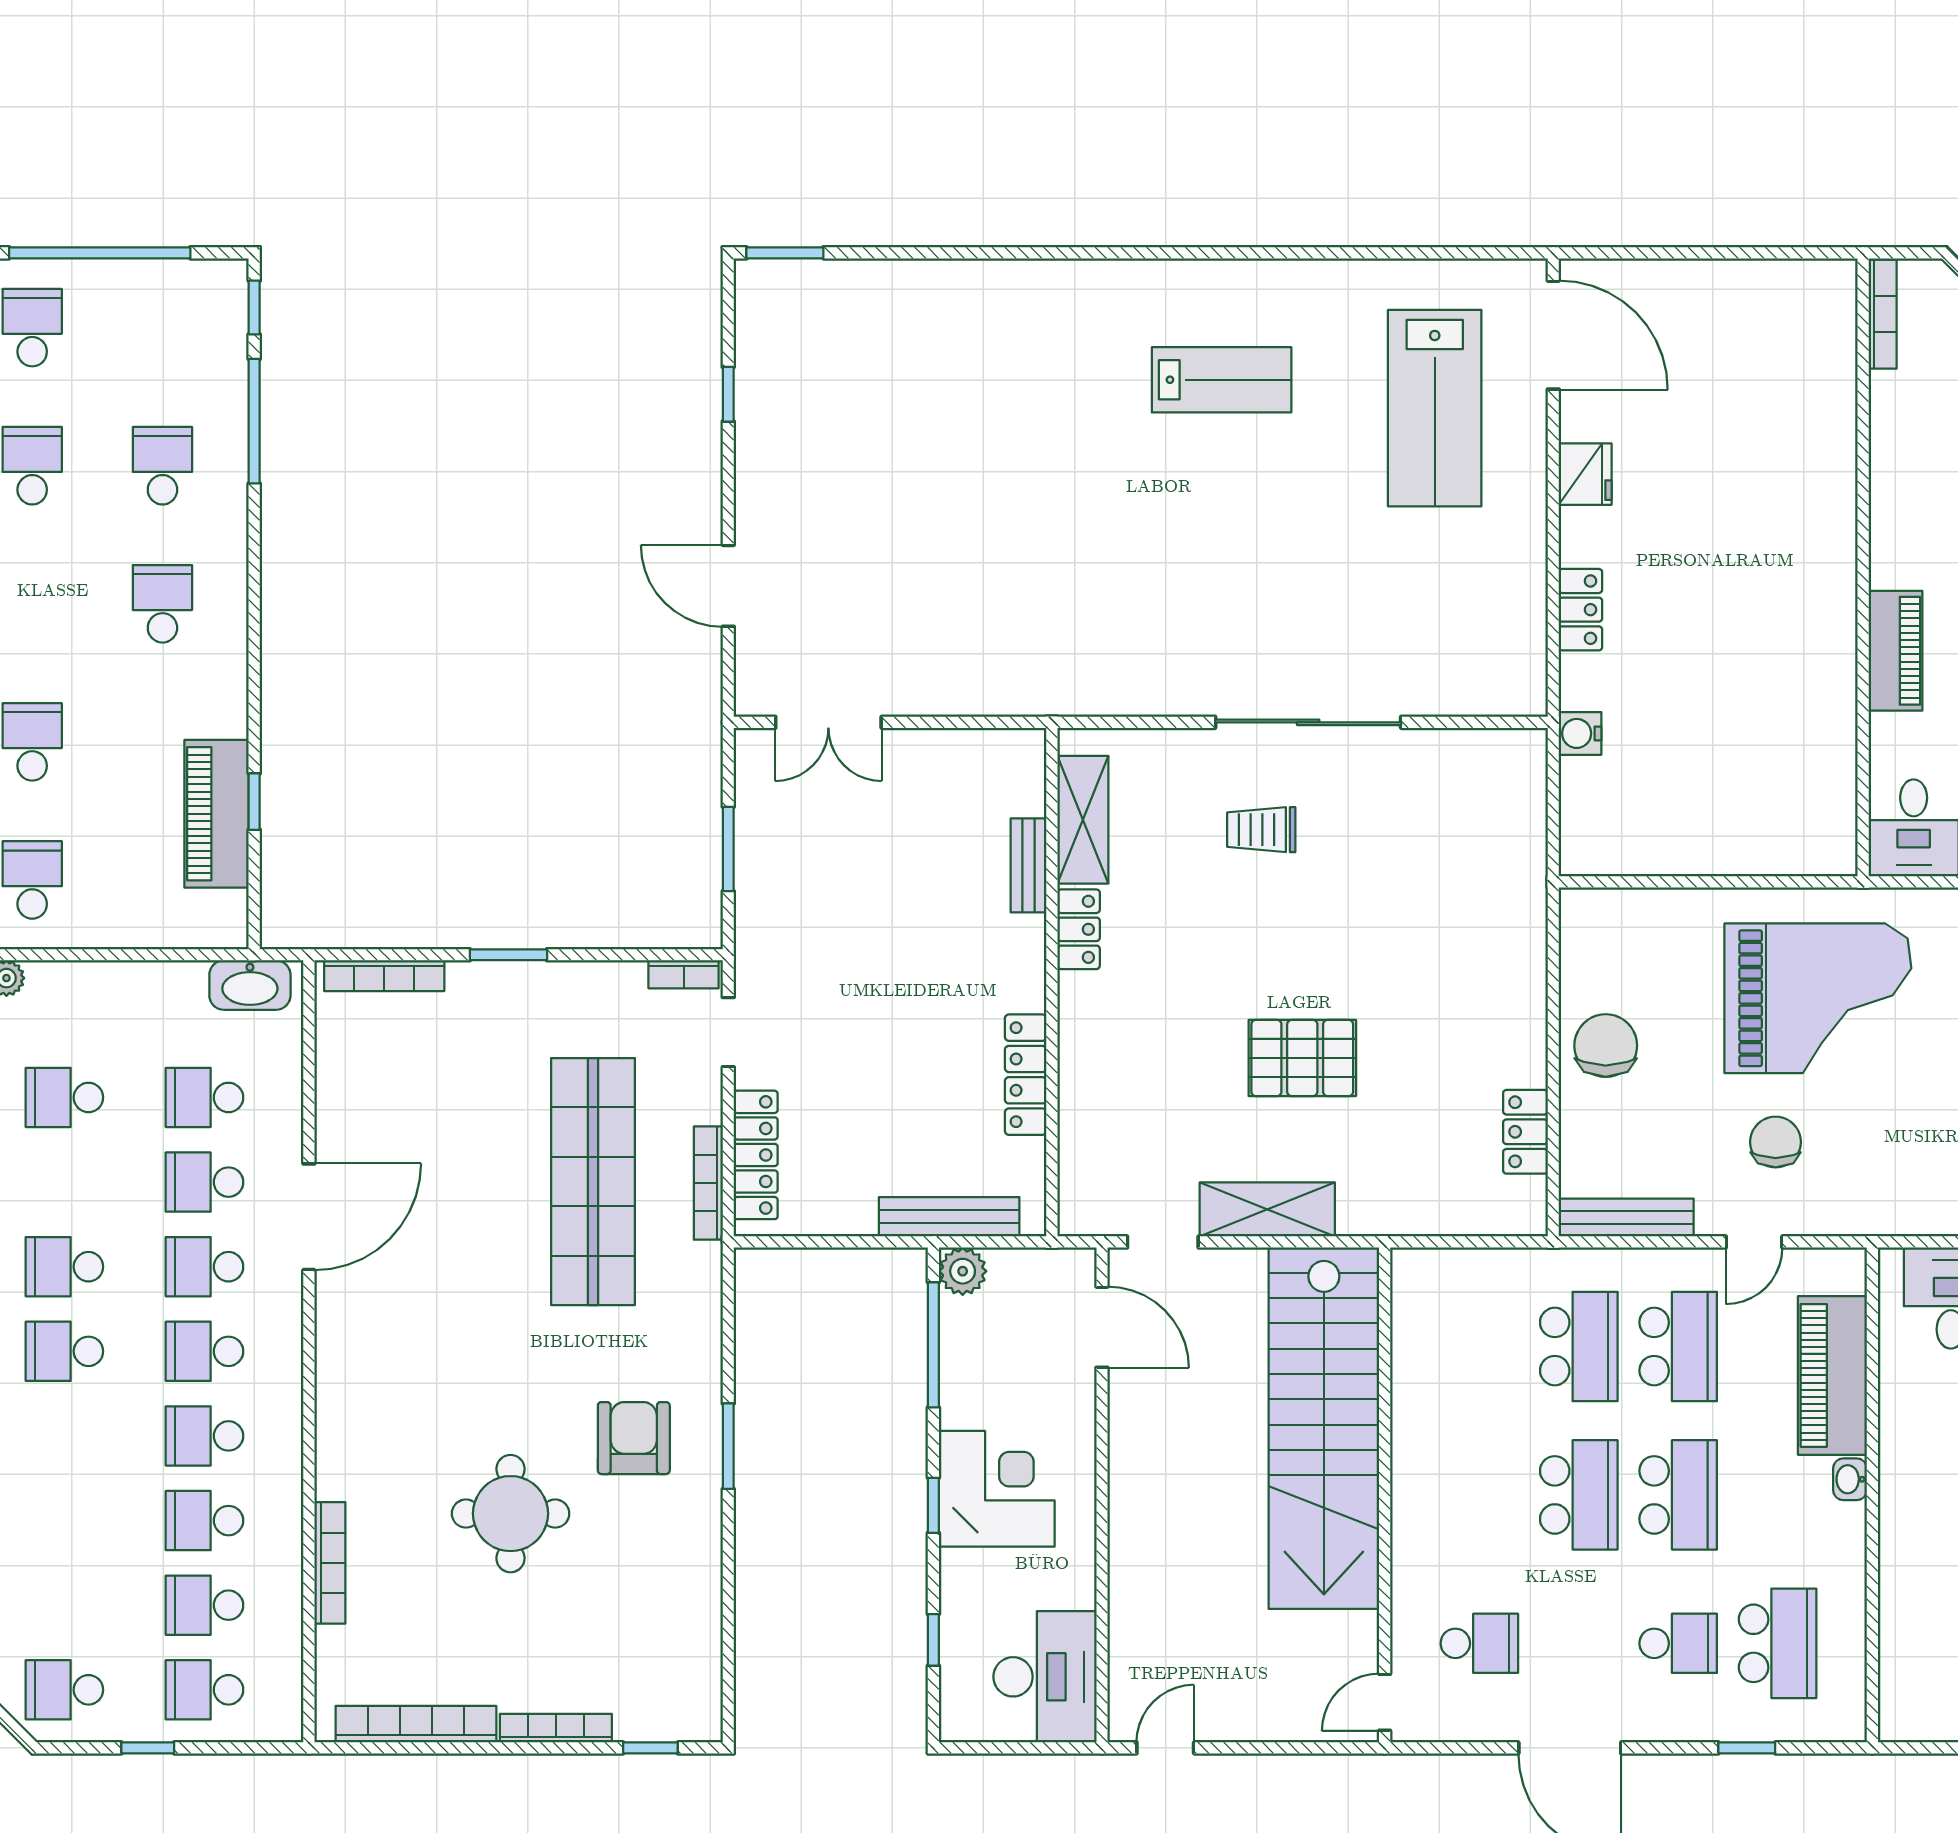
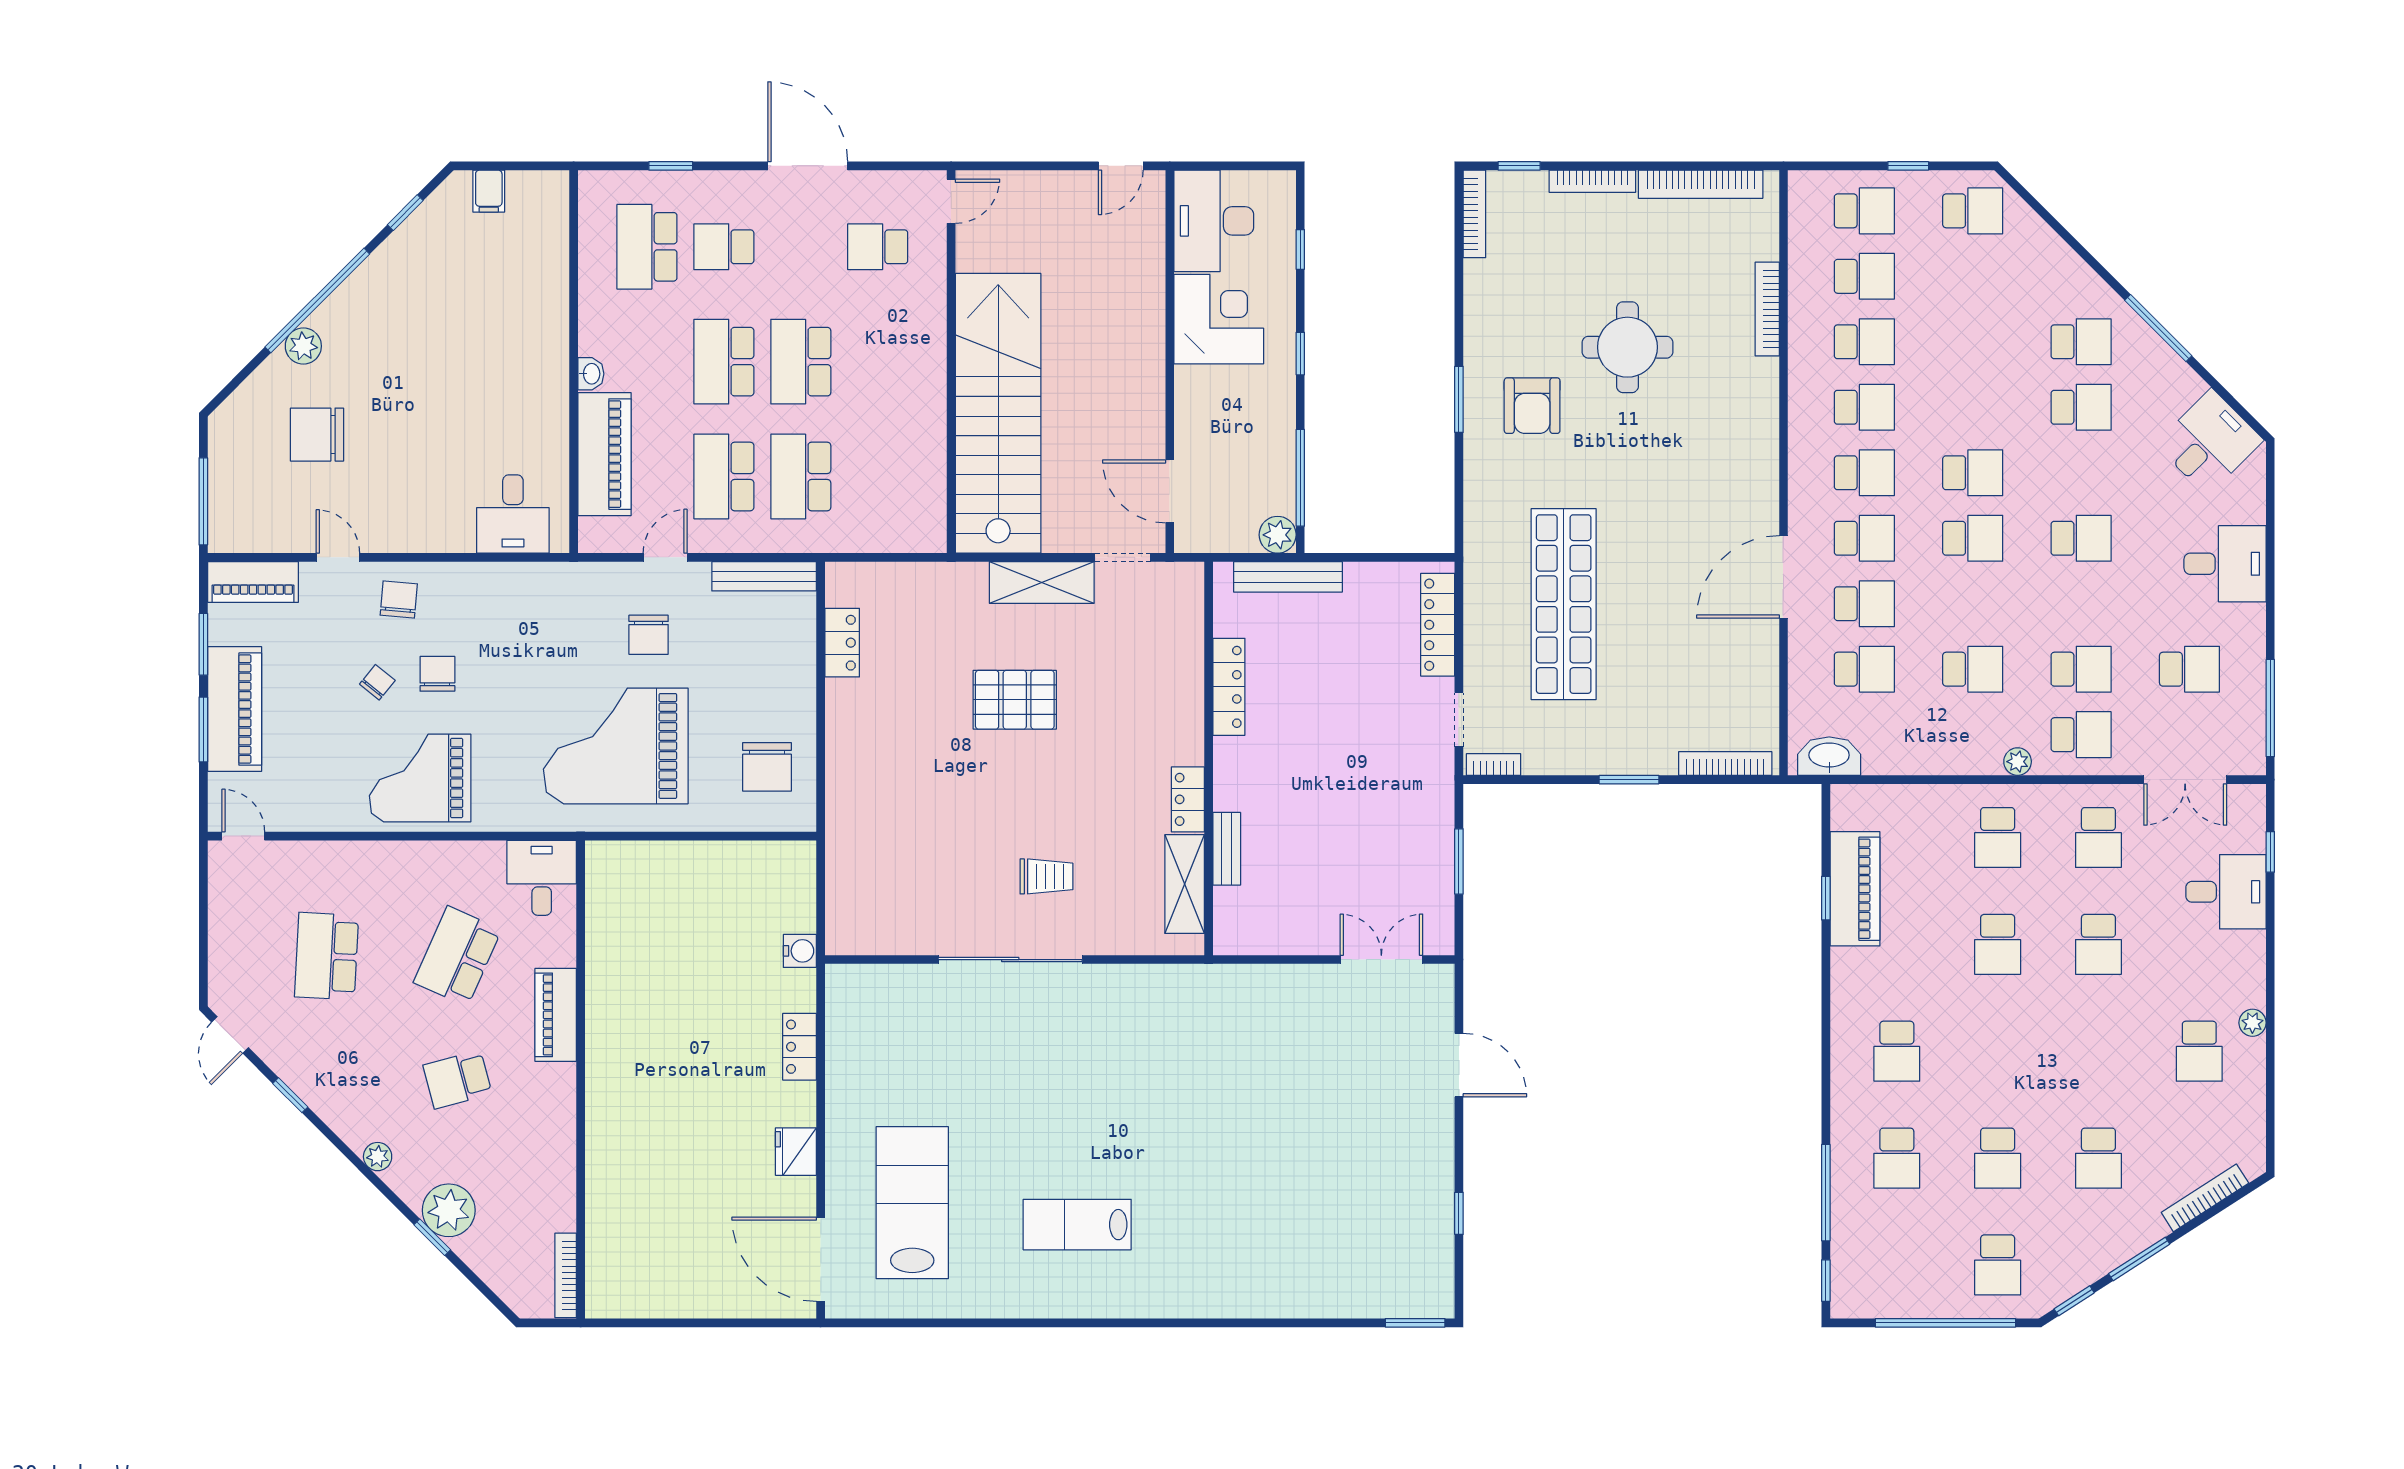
chair: (1606, 1046) -> (767, 767), moved
bookcase: (708, 1183) -> (1474, 214), moved
corner desk: (997, 1489) -> (1219, 319), moved, turned 180

